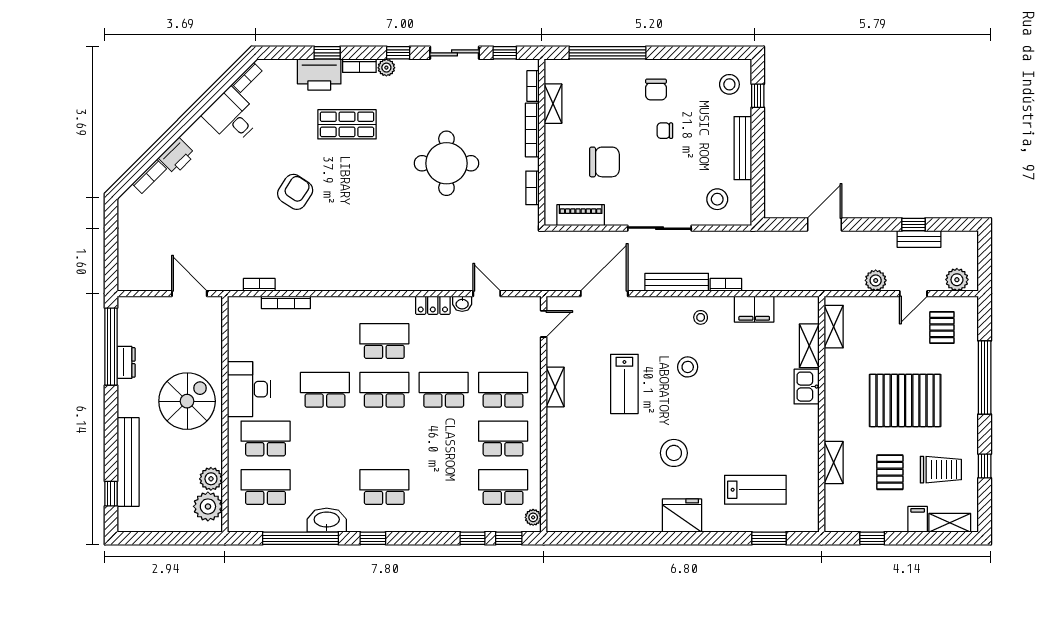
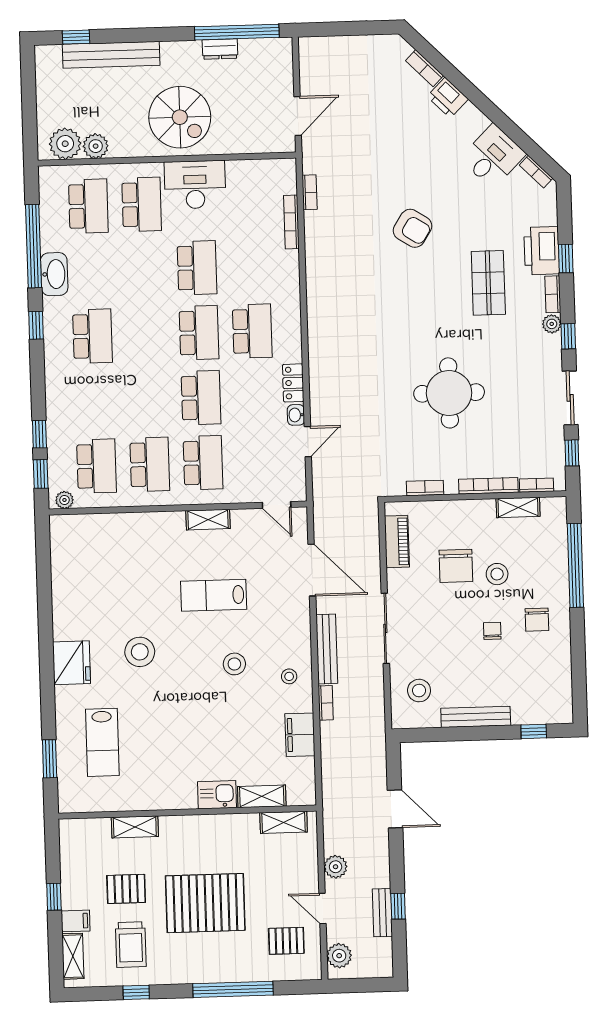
stool: (729, 84) -> (497, 574), moved
chair: (656, 90) -> (537, 620), turned -90
pallet: (905, 400) -> (205, 903), turned 90
window: (872, 538) -> (54, 897), moved

